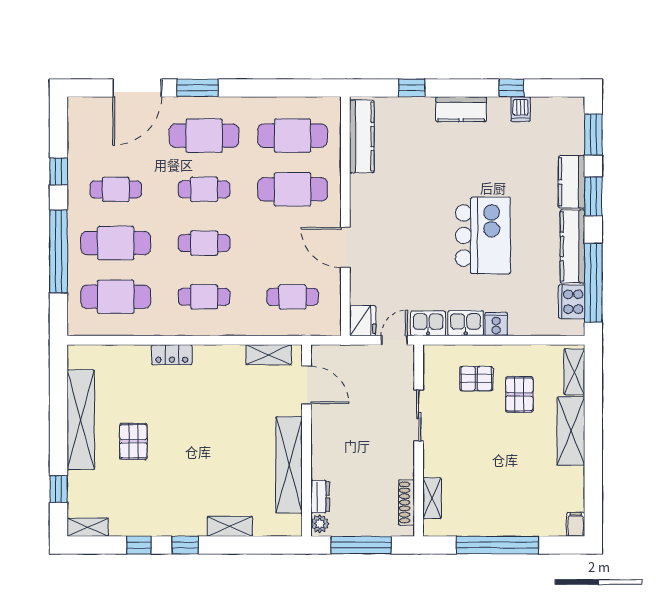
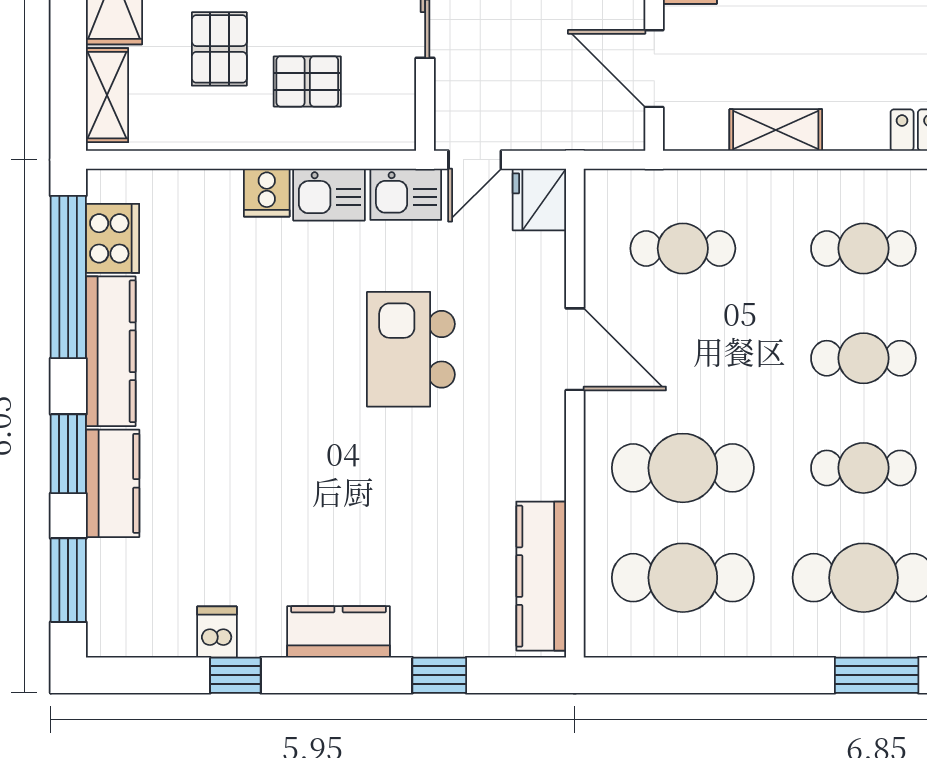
kitchen island: (483, 235) -> (411, 349), moved, width x0.73, depth x0.78
shelving: (269, 355) -> (776, 130), moved

